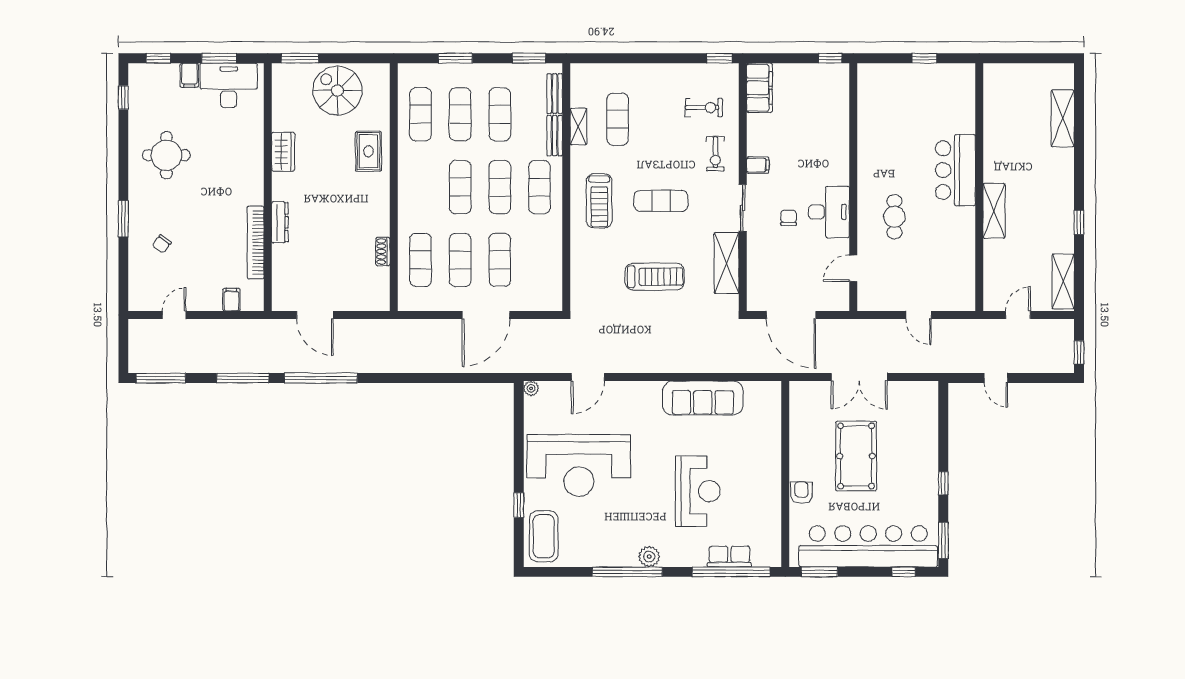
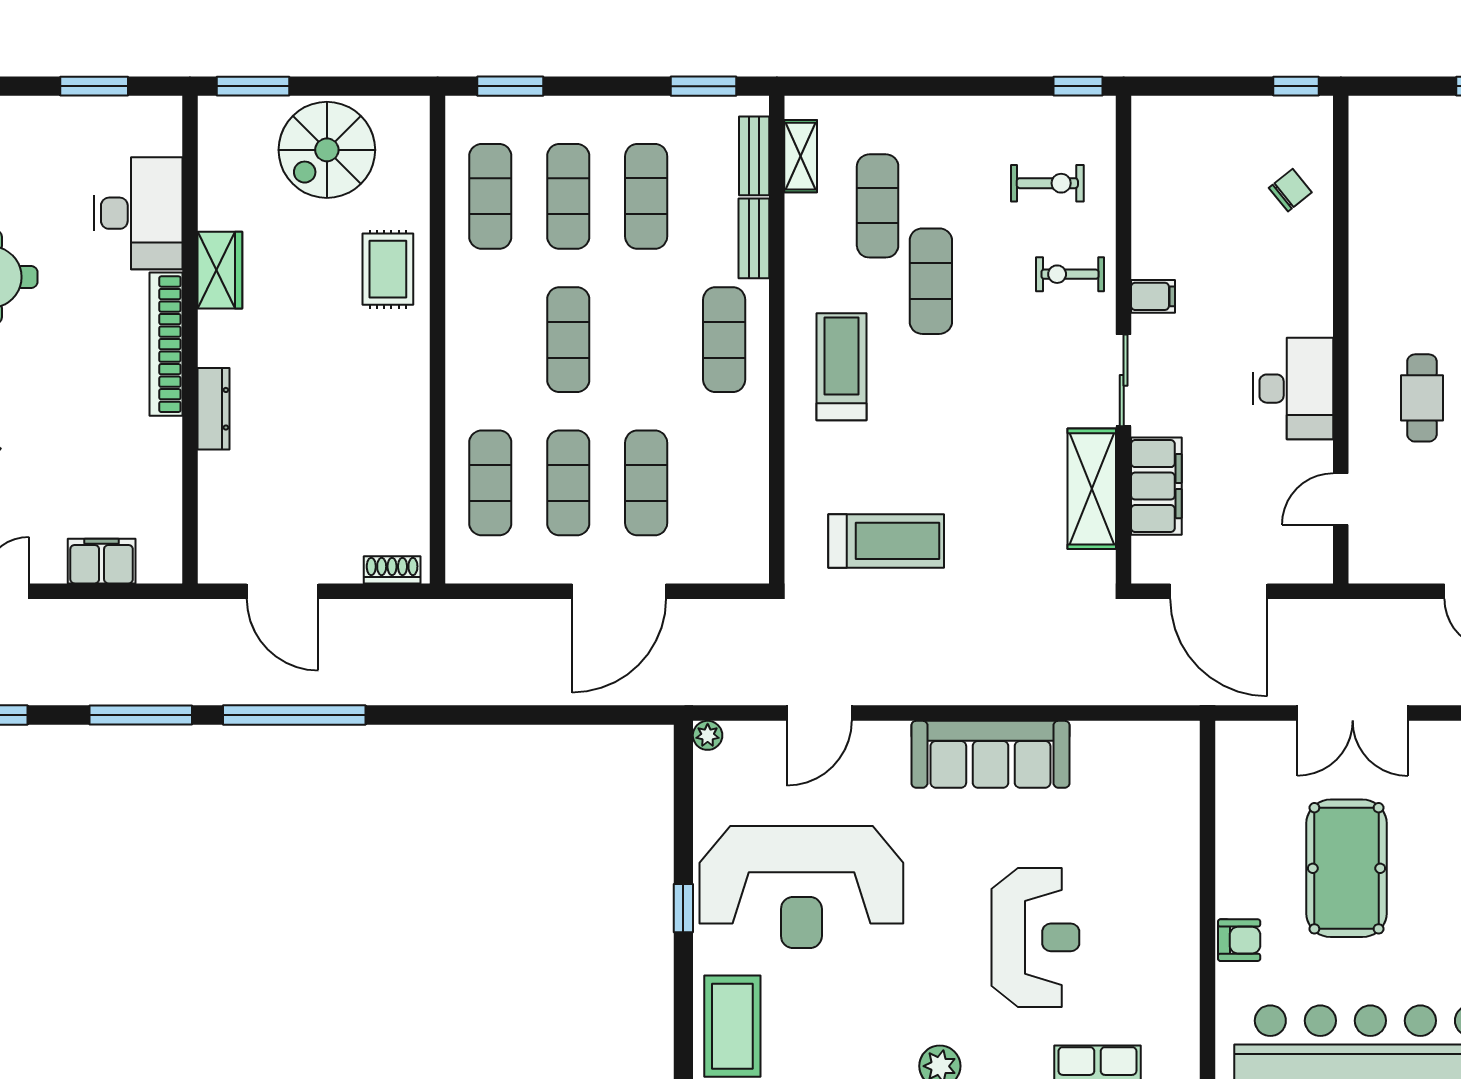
window: (455, 58) -> (510, 86), moved
filing cabinet: (189, 75) -> (36, 120), removed
desk: (229, 85) -> (138, 213), moved, turned 90
filing cabinet: (759, 88) -> (1156, 486), moved
spiral stairs: (337, 91) -> (327, 150), turned -90
shelving: (578, 127) -> (801, 156), moved
exercise bike: (715, 154) -> (1070, 274), turned 90
exercise mat: (500, 187) -> (646, 340), removed
treadmill: (599, 201) -> (841, 367), turned 180
exercise mat: (661, 201) -> (931, 281), moved, turned 90
chair: (789, 218) -> (1290, 190), moved, turned 51
bookcase: (256, 243) -> (166, 344), moved
shoe rack: (383, 252) -> (392, 570), moved, turned 90
treadmill: (655, 277) -> (886, 541), moved
filing cabinet: (231, 300) -> (102, 561), width x2.00
sofa: (703, 398) -> (990, 754), moved
armchair: (801, 493) -> (1239, 940), turned 90
window: (519, 505) -> (683, 908), moved

